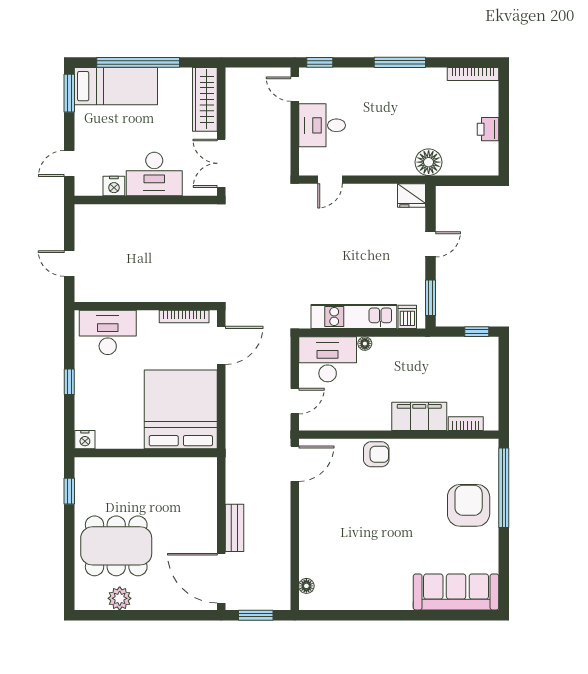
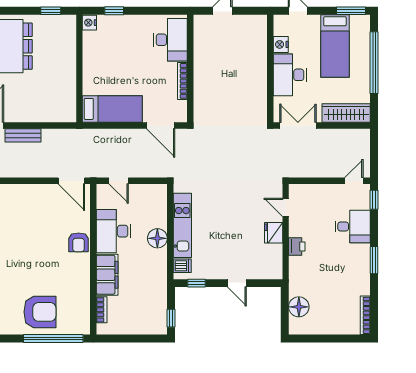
window: (400, 62) -> (374, 260), width x0.69
bed: (116, 86) -> (335, 46), moved
desk: (322, 125) -> (353, 227), moved, turned 90
printer: (488, 129) -> (297, 246), moved, turned 90
floor lamp: (429, 162) -> (299, 307), moved
fridge: (412, 196) -> (274, 233), moved
window: (430, 298) -> (197, 283), width x0.67
bookcase: (184, 317) -> (182, 81), moved
floor lamp: (365, 344) -> (157, 238), width x1.89, depth x1.89
desk: (328, 359) -> (113, 231), moved, turned 180
window: (69, 382) -> (114, 11), moved
bed: (181, 409) -> (112, 109), width x0.49

